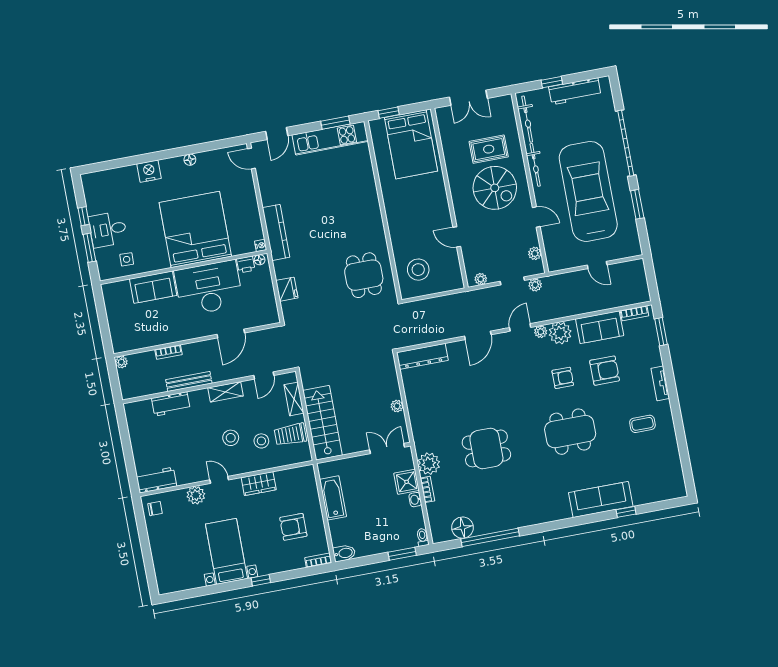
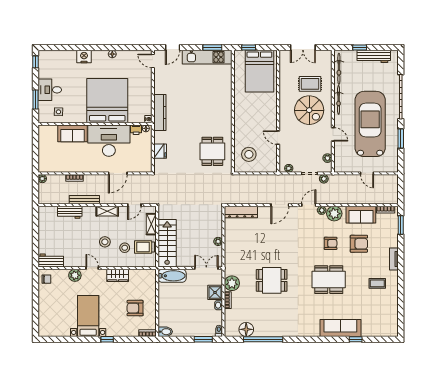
window: (84, 216) -> (35, 62), moved
bathtub: (333, 498) -> (172, 276), moved, turned 90

